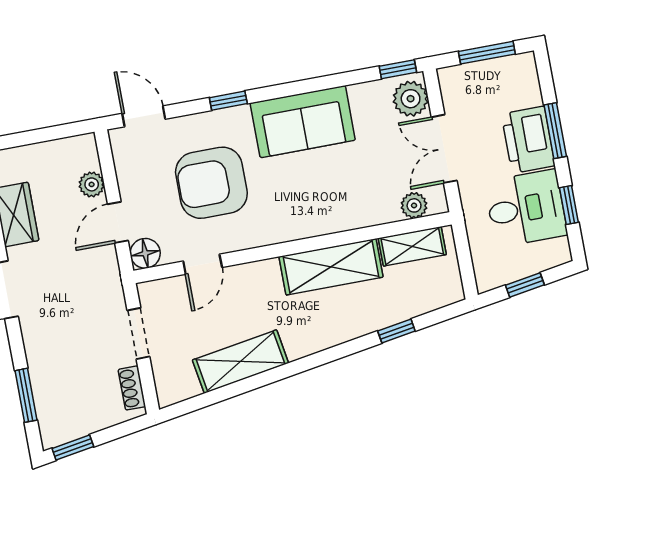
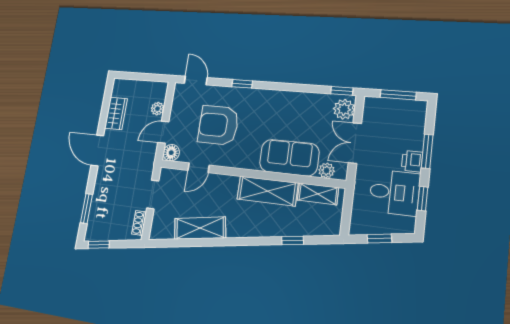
sofa: (303, 122) -> (289, 158), moved, turned 180
printer: (528, 140) -> (412, 161), width x0.53, depth x0.68

